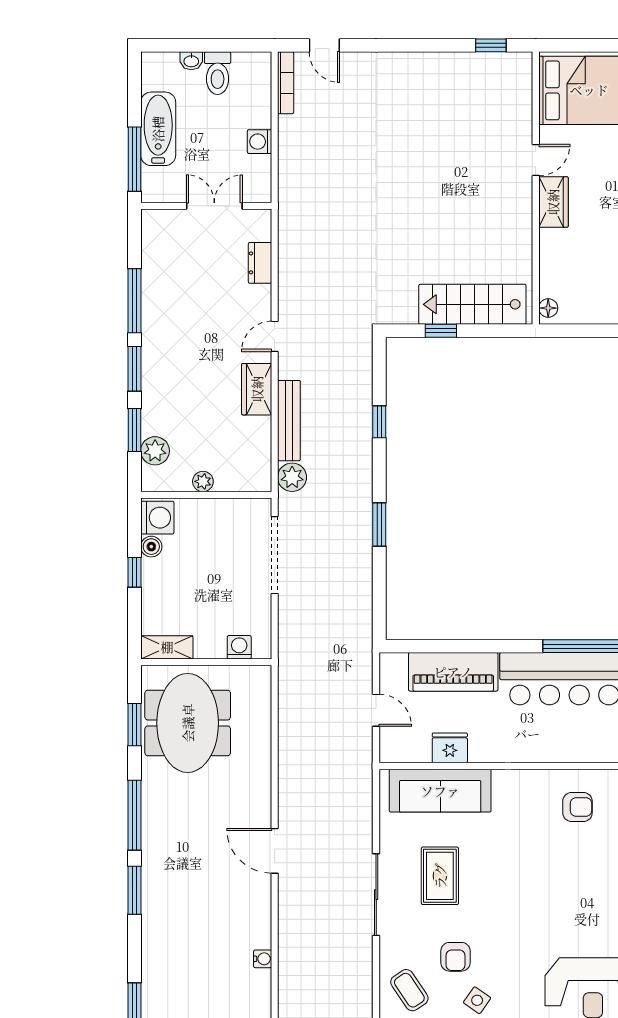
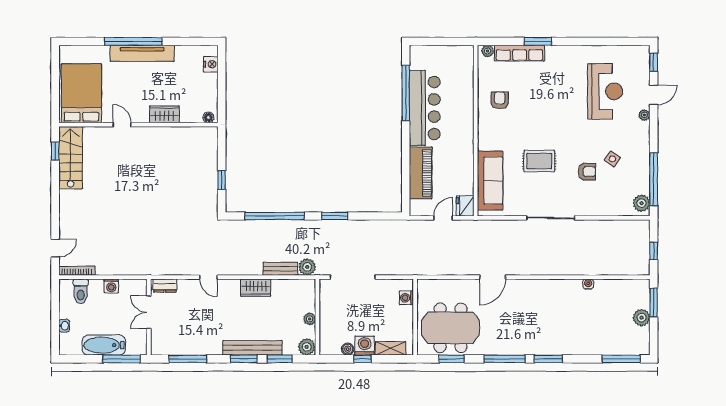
toilet: (218, 73) -> (81, 291), moved, turned 90
wardrobe: (553, 202) -> (164, 114), moved
dresser: (260, 263) -> (165, 286), moved
window: (134, 301) -> (188, 359), moved
stairs: (472, 304) -> (71, 158), moved, turned 180
door: (275, 336) -> (208, 277), moved
bench: (153, 384) -> (253, 348), added
bench: (289, 421) -> (280, 269), width x0.73
window: (379, 422) -> (275, 216), width x3.17
plant: (155, 451) -> (307, 347), moved
washing machine: (157, 518) -> (365, 346), moved
shelving: (167, 647) -> (391, 348), moved, turned 90
fridge: (450, 748) -> (465, 206), moved
door: (275, 851) -> (493, 277), moved
rug: (440, 876) -> (539, 161), moved
coffee table: (409, 990) -> (606, 198), removed

